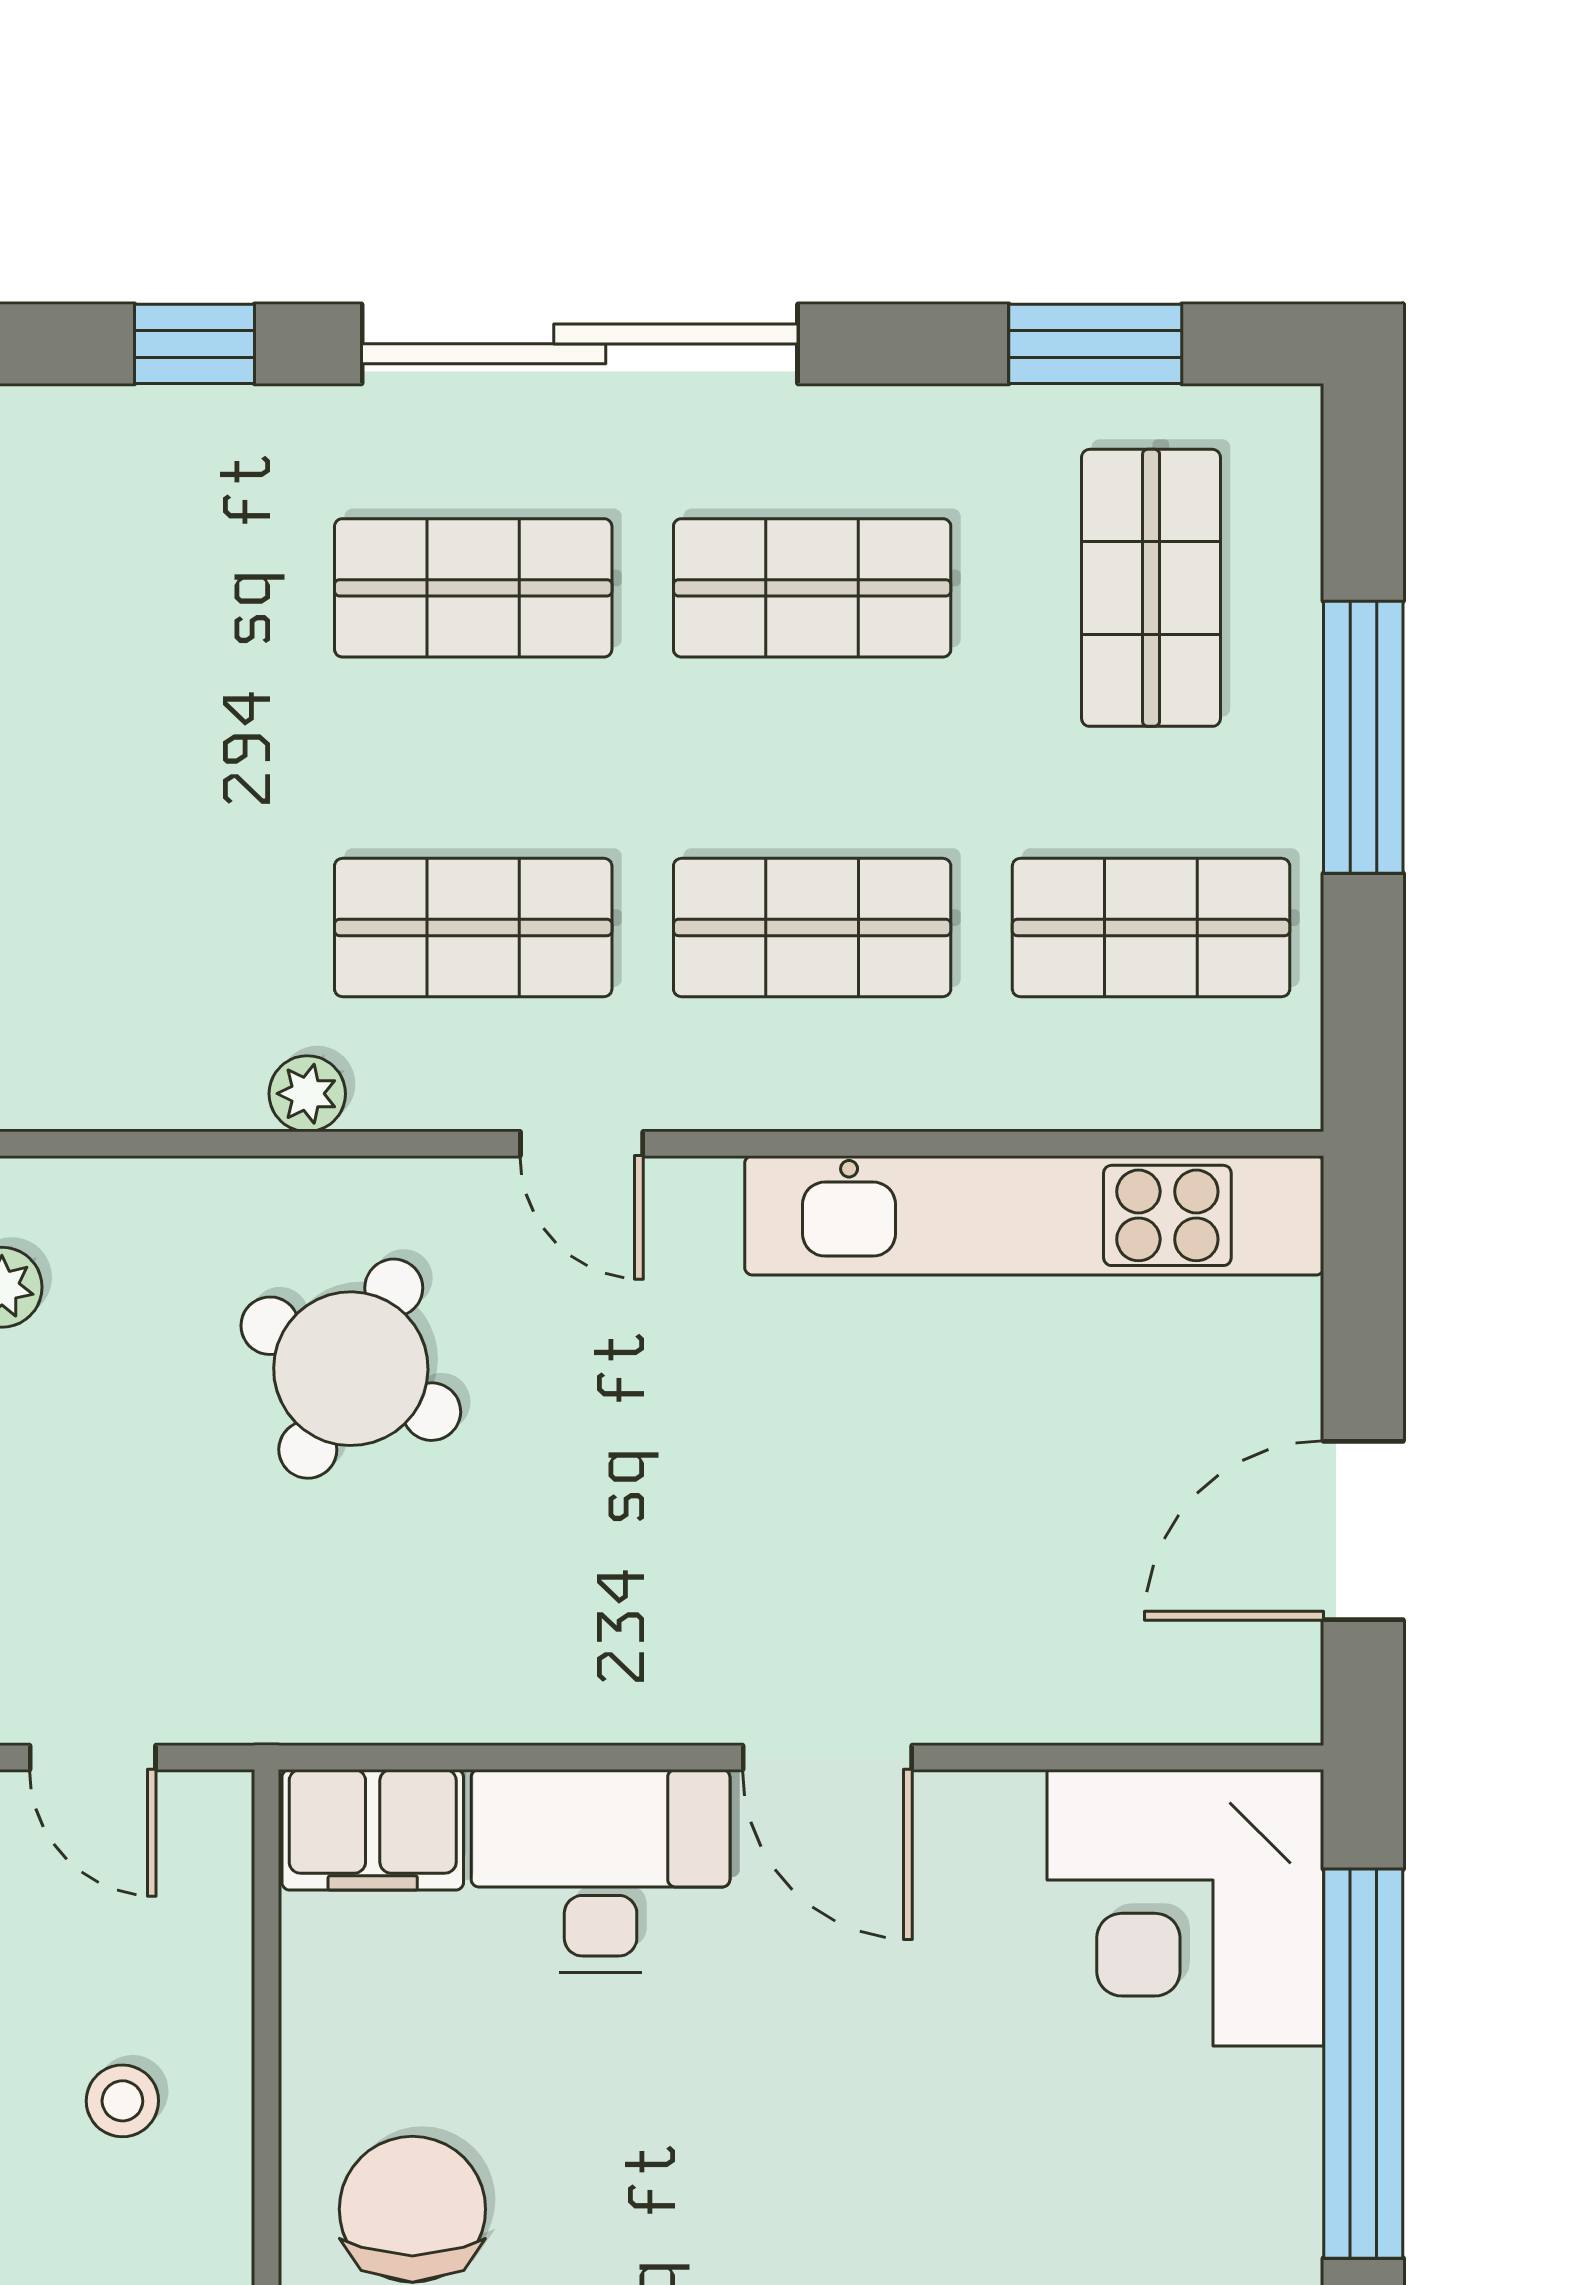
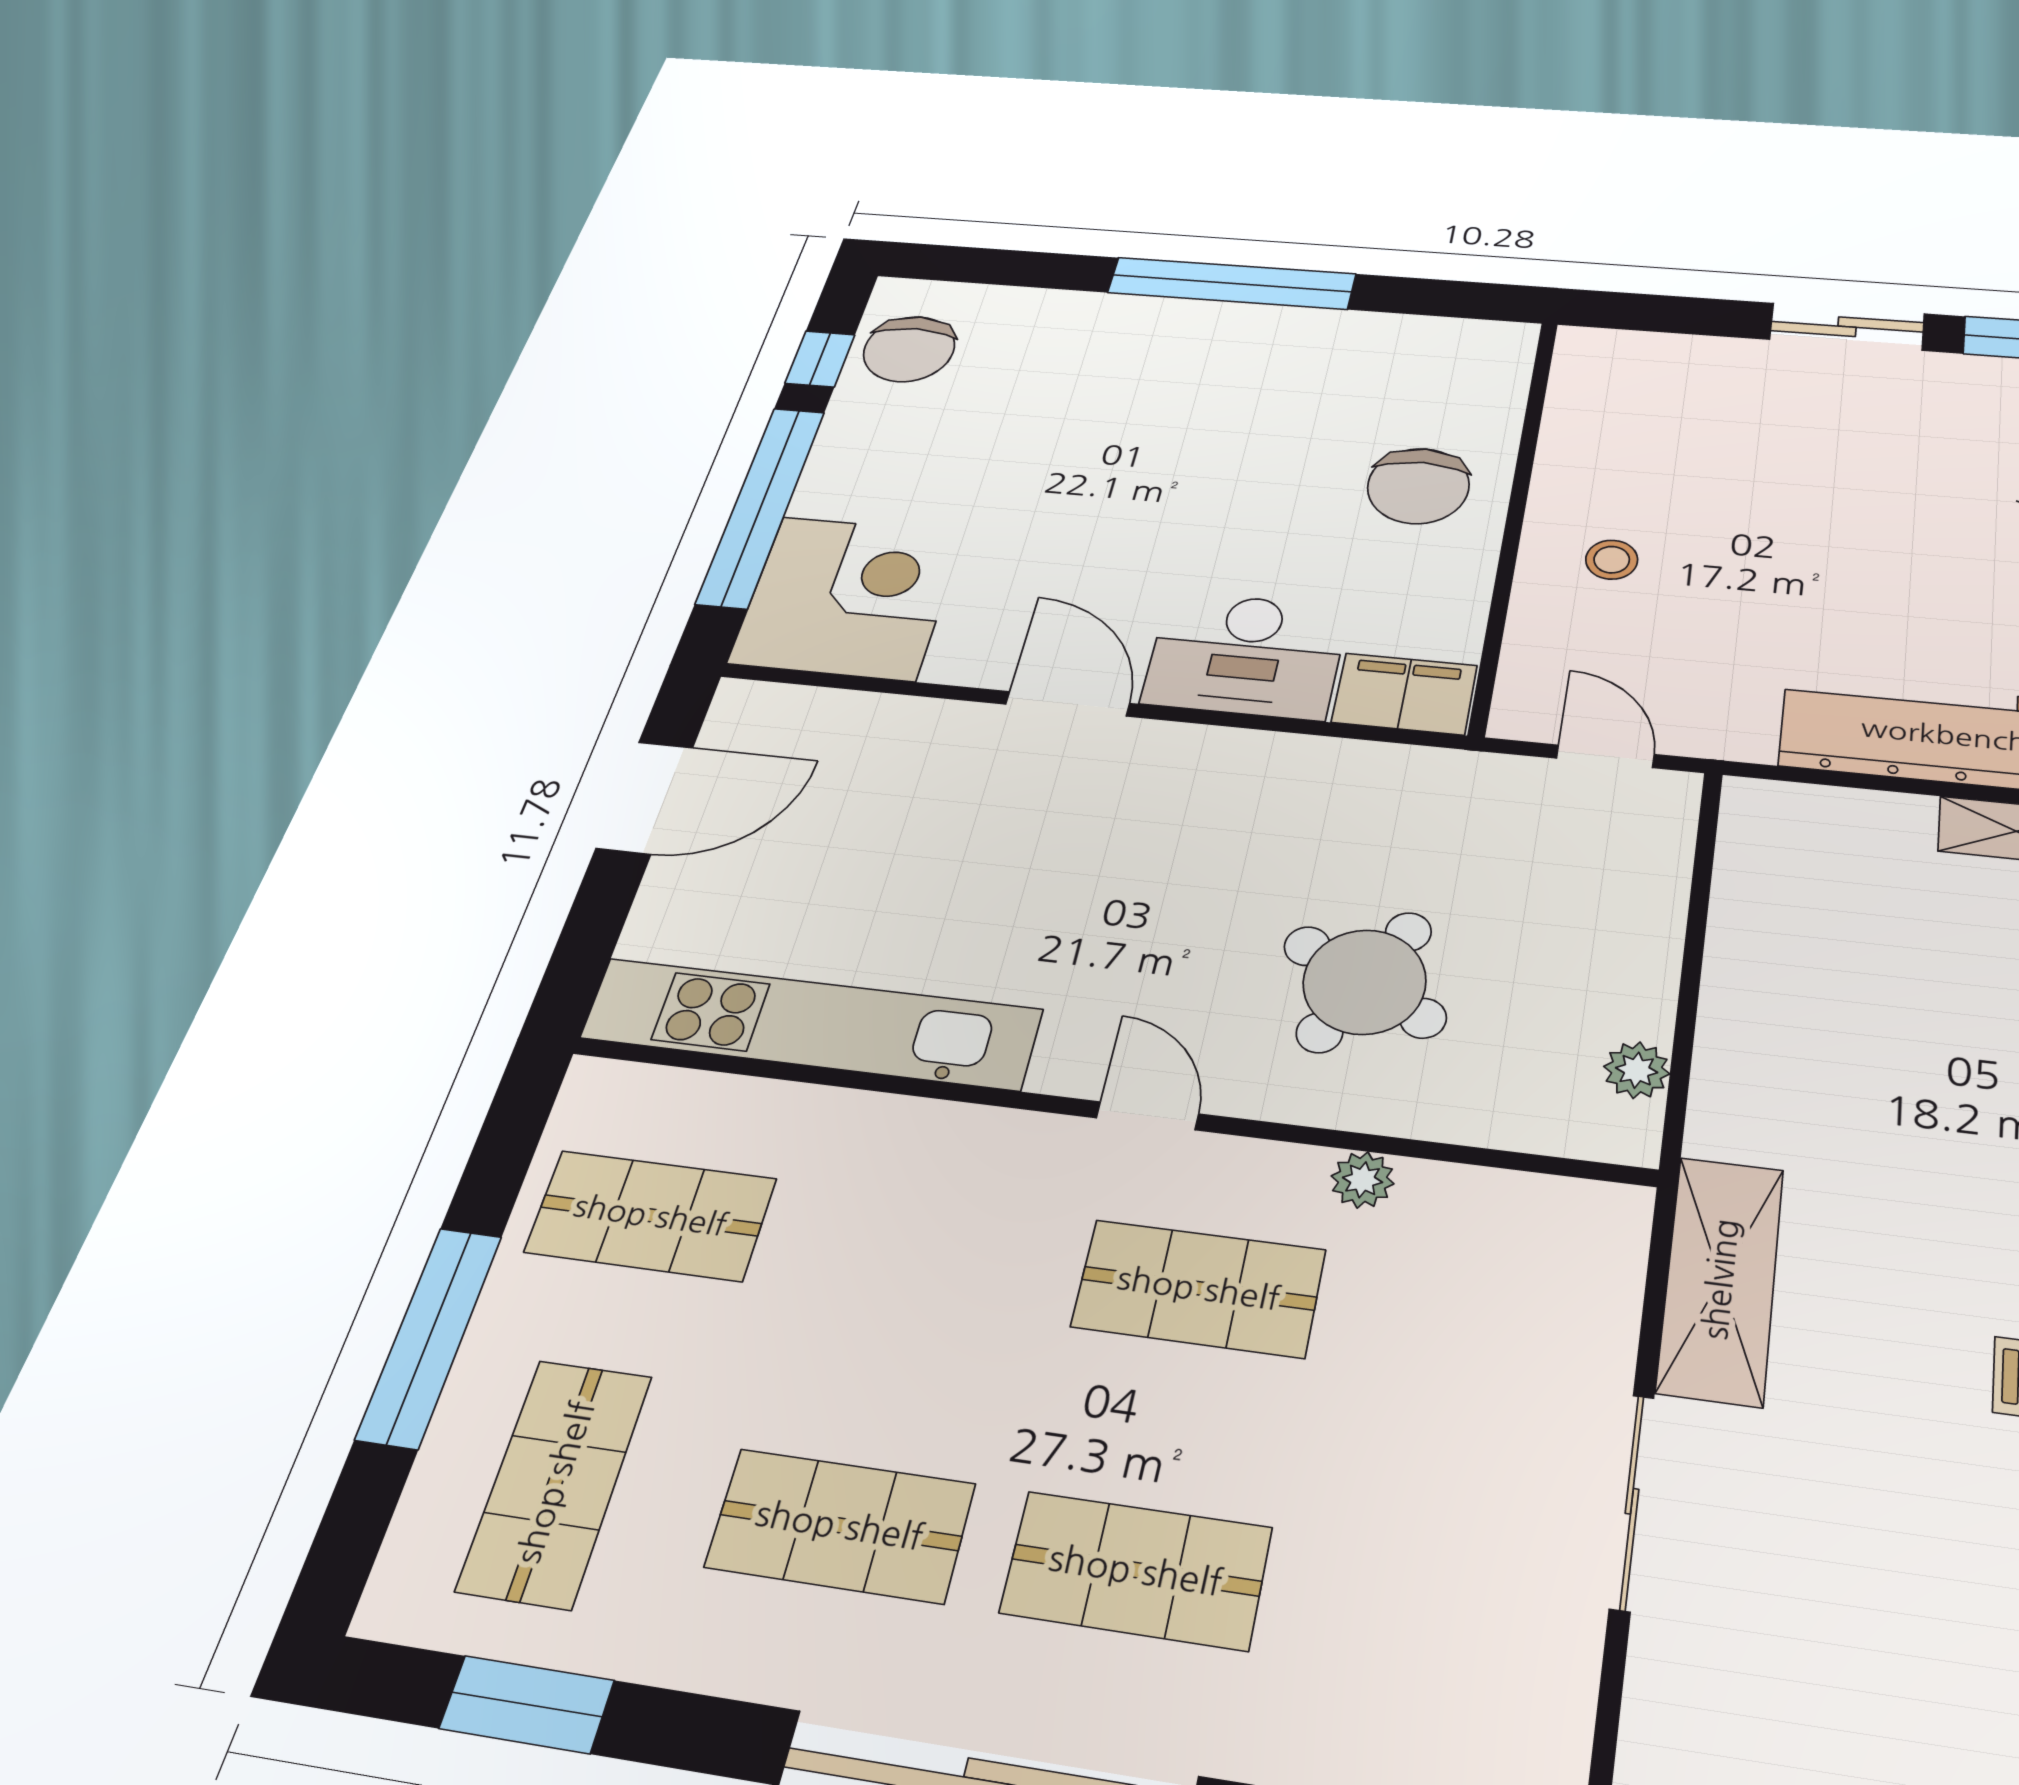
shop shelf: (812, 927) -> (920, 1251), removed

